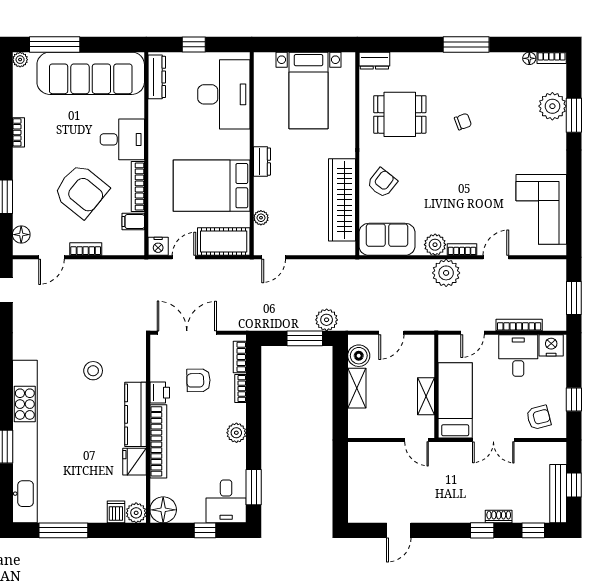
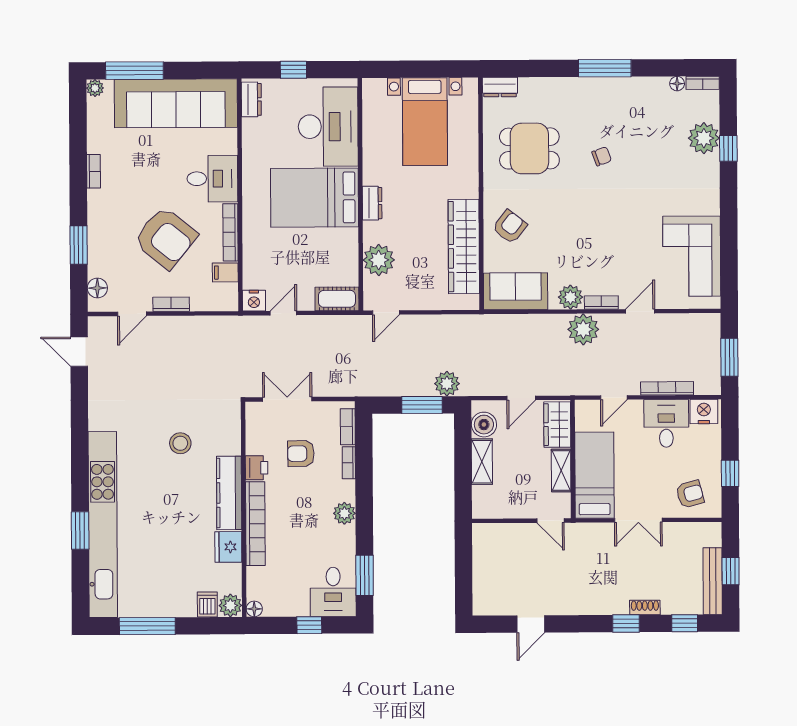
dresser: (157, 77) -> (251, 99), width x0.70
window: (574, 115) -> (728, 148), width x0.67
bed: (212, 186) -> (314, 198), moved
plant: (261, 218) -> (379, 260), width x1.87, depth x1.87
cot: (224, 242) -> (337, 299), width x0.73, depth x0.75
double door: (187, 333) -> (287, 399), width x0.73
wardrobe: (423, 356) -> (557, 425), added
floor lamp: (163, 510) -> (254, 609), width x0.53, depth x0.53

